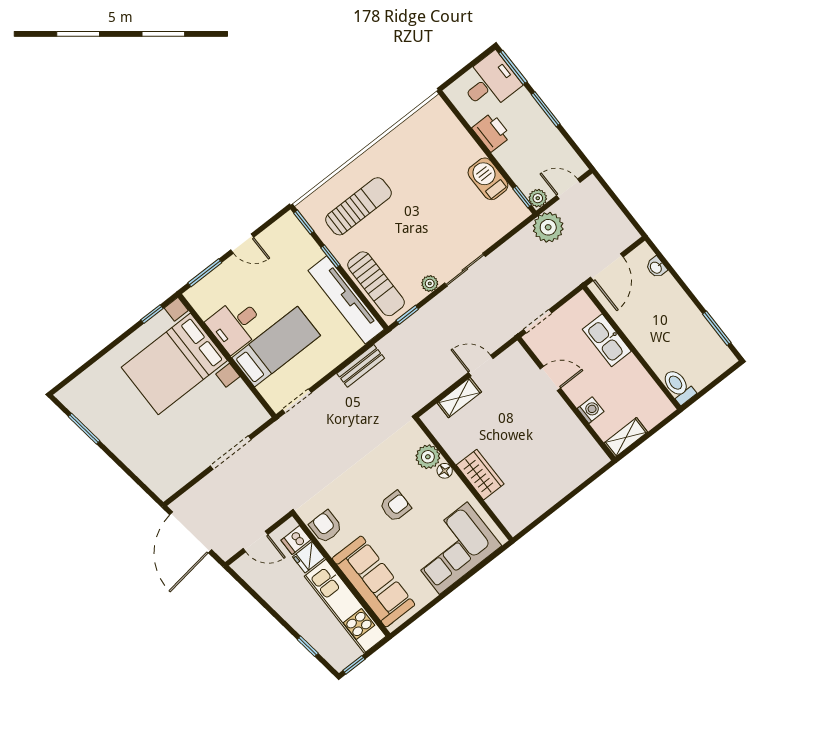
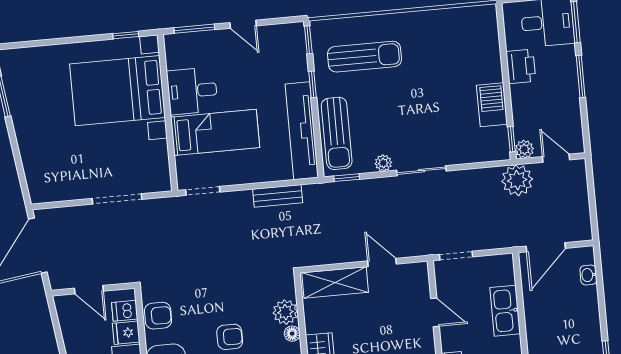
shelving: (459, 398) -> (335, 282), width x1.50, depth x1.33
armchair: (326, 527) -> (158, 316), turned 90

